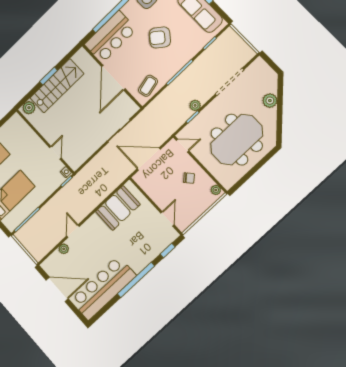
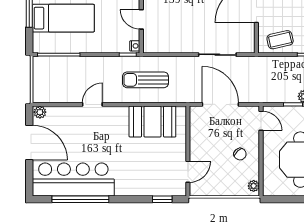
door: (55, 153) -> (141, 19), swing flipped
sun lounger: (91, 187) -> (145, 80), added
plant: (64, 249) -> (40, 112), moved
window: (136, 280) -> (80, 199), moved

